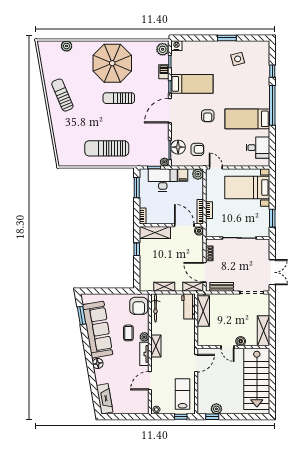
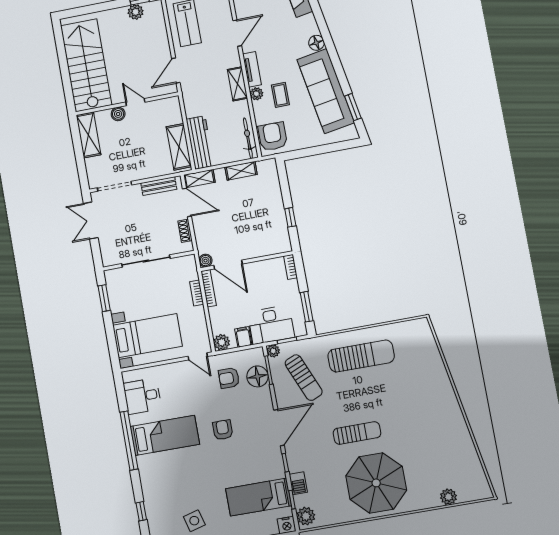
bed: (192, 84) -> (258, 497), moved
sun lounger: (62, 95) -> (304, 378), moved
window: (272, 105) -> (129, 441), moved
shelving: (155, 233) -> (269, 246), removed
workbench: (188, 306) -> (200, 142), width x1.37

